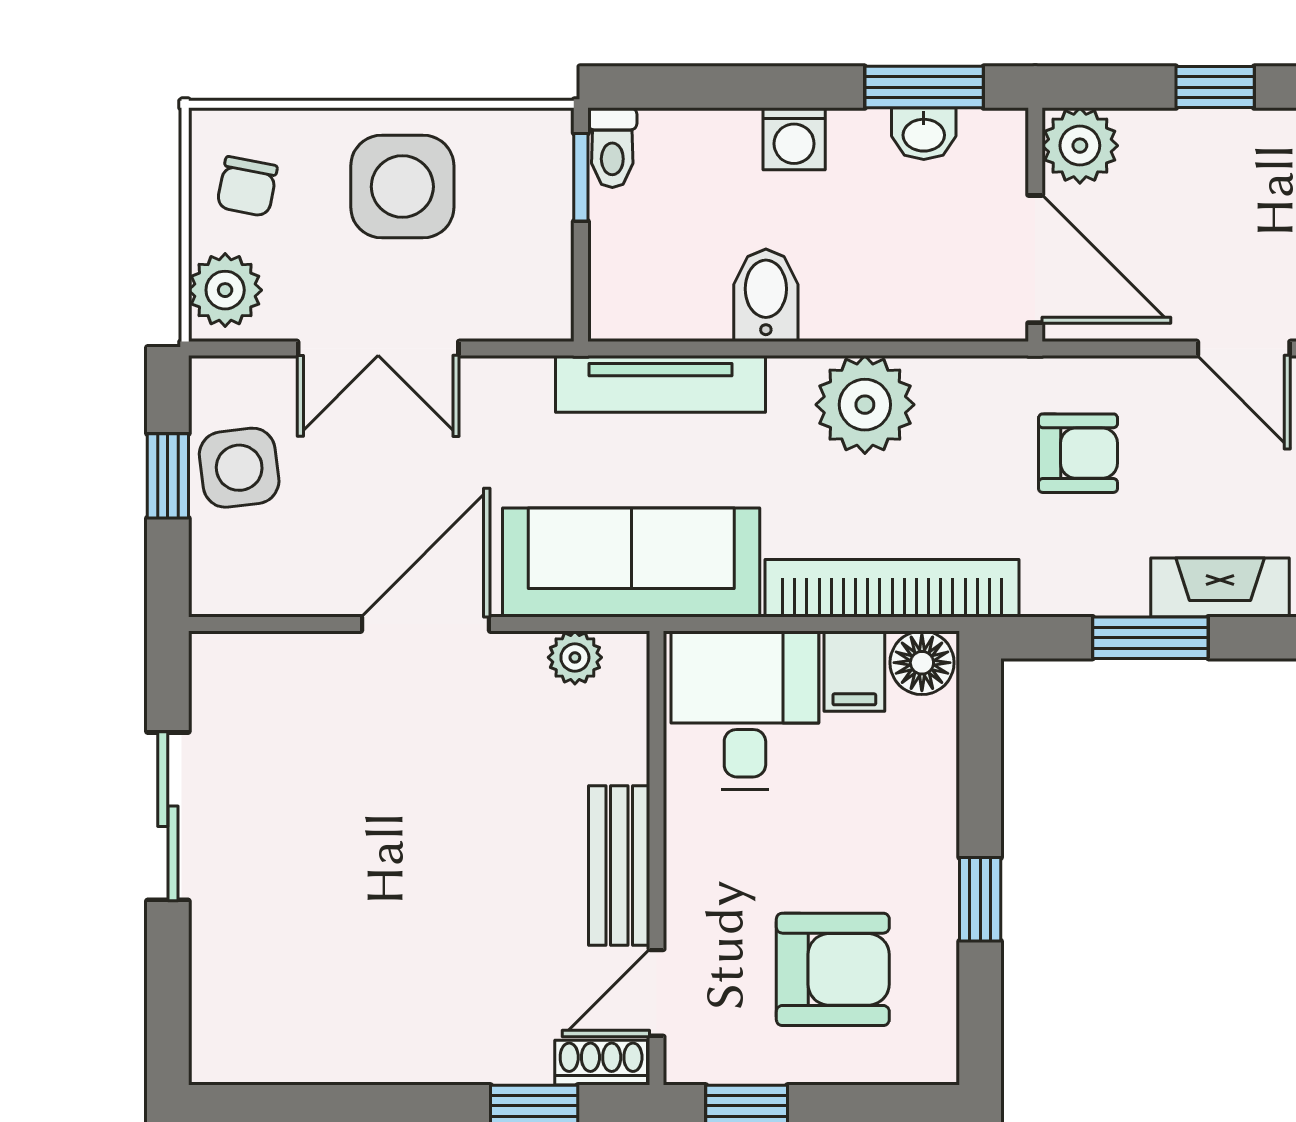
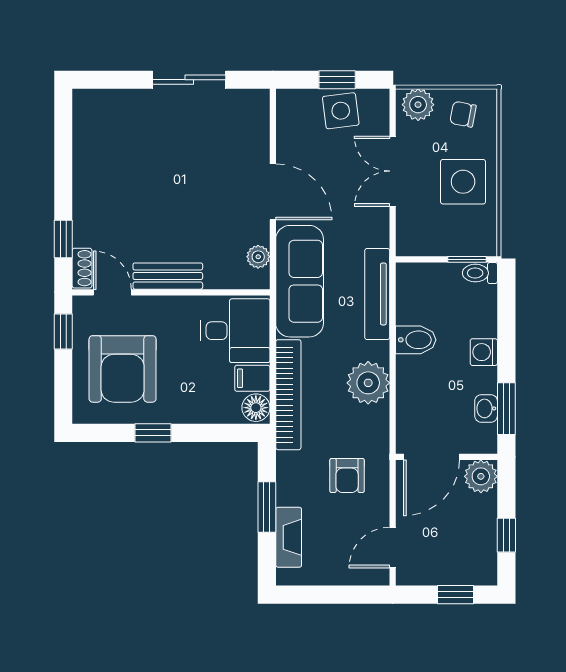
armchair: (833, 969) -> (123, 369), width x1.36, depth x1.36

